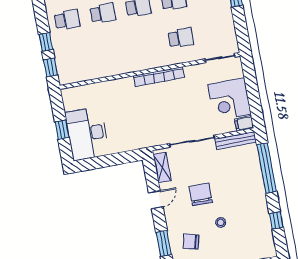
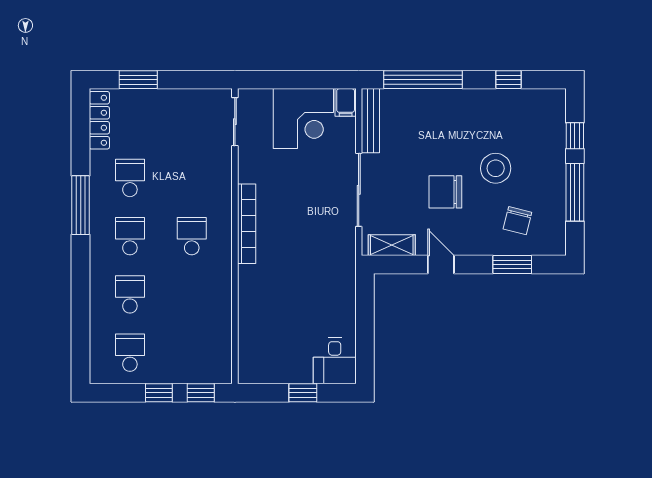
school desk: (181, 38) -> (192, 236), moved
desk: (87, 134) -> (335, 361), width x0.53, depth x0.77
stool: (221, 222) -> (496, 168), width x1.89, depth x1.89

